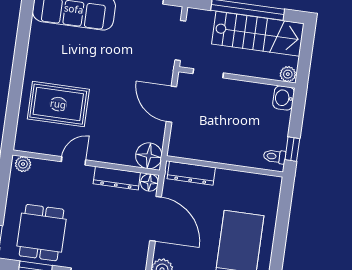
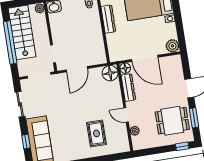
rug: (58, 104) -> (96, 133), width x0.73, depth x0.70
plant: (23, 164) -> (135, 131), moved
dresser: (191, 173) -> (108, 19), moved
door: (156, 219) -> (145, 58), swing flipped

